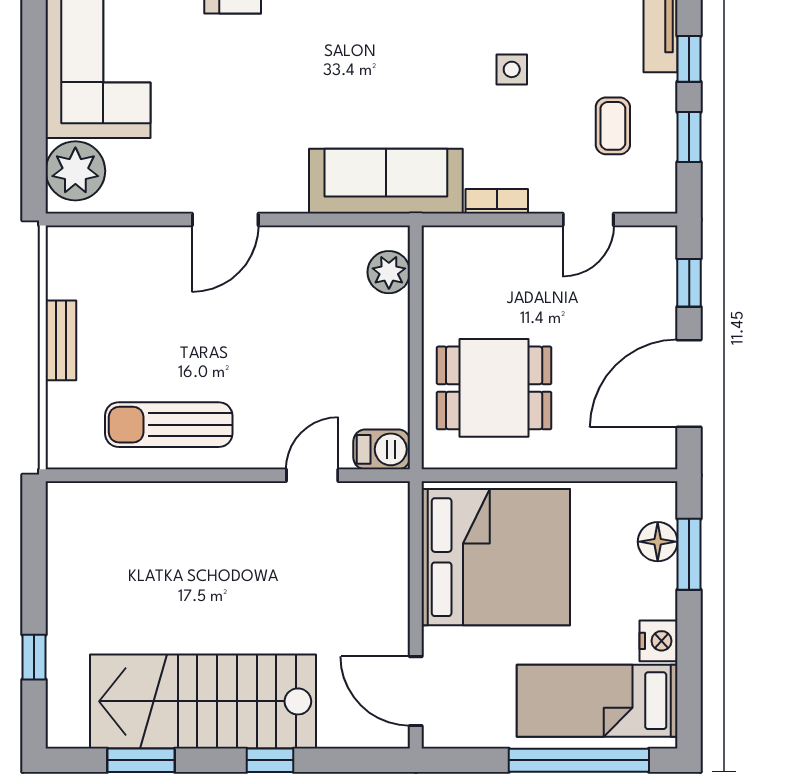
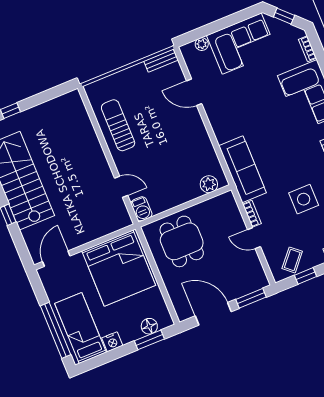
side table: (512, 69) -> (304, 199), width x1.87, depth x1.87
coffee table: (613, 126) -> (292, 260), moved, turned -49
plant: (75, 171) -> (202, 44), width x0.53, depth x0.53
door: (225, 219) -> (194, 92), moved
door: (588, 219) -> (254, 238), moved
window: (689, 283) -> (251, 298), width x1.50
bench: (61, 340) -> (161, 61), moved

